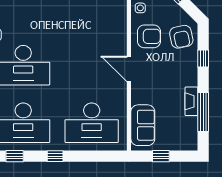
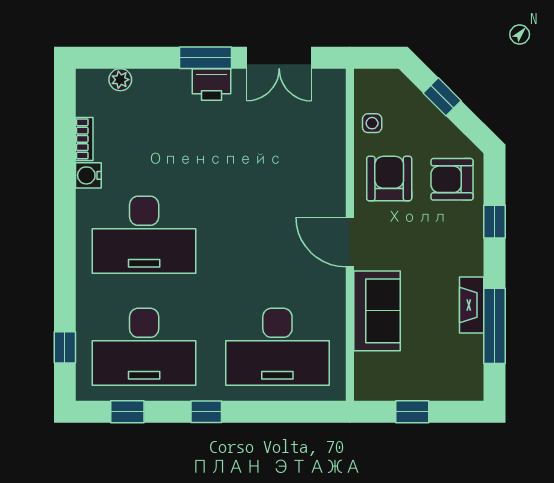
armchair: (149, 36) -> (389, 179), turned -90
armchair: (181, 37) -> (452, 179), turned 102
sofa: (143, 125) -> (377, 311), moved

